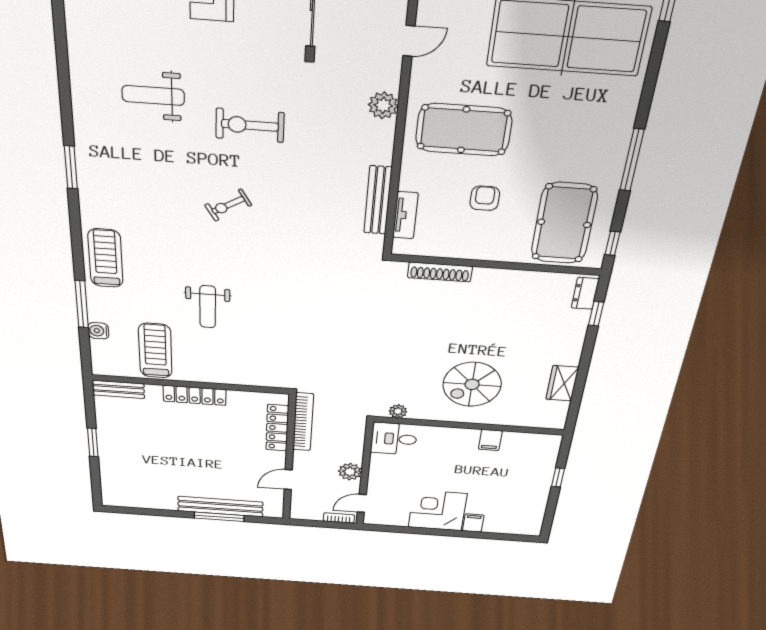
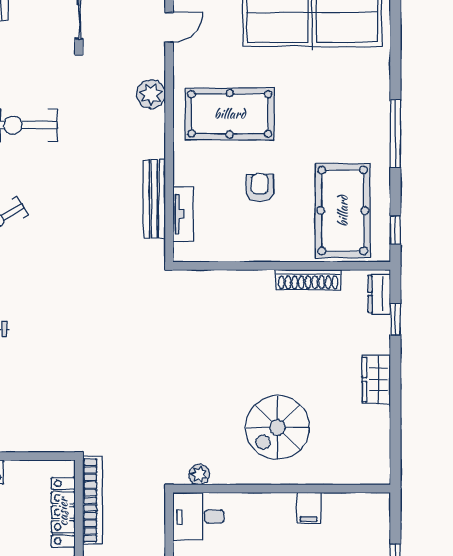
shoe rack: (440, 272) -> (308, 280), moved
wardrobe: (562, 383) -> (376, 380), moved

